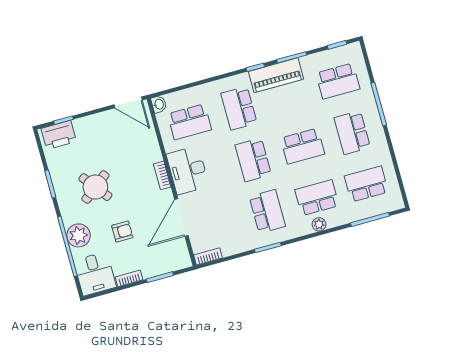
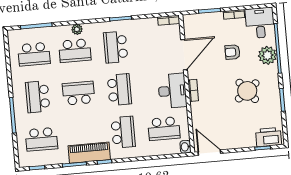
school desk: (338, 81) -> (41, 139), turned 180
school desk: (189, 122) -> (164, 129), turned 180
school desk: (352, 133) -> (38, 97), turned 180

